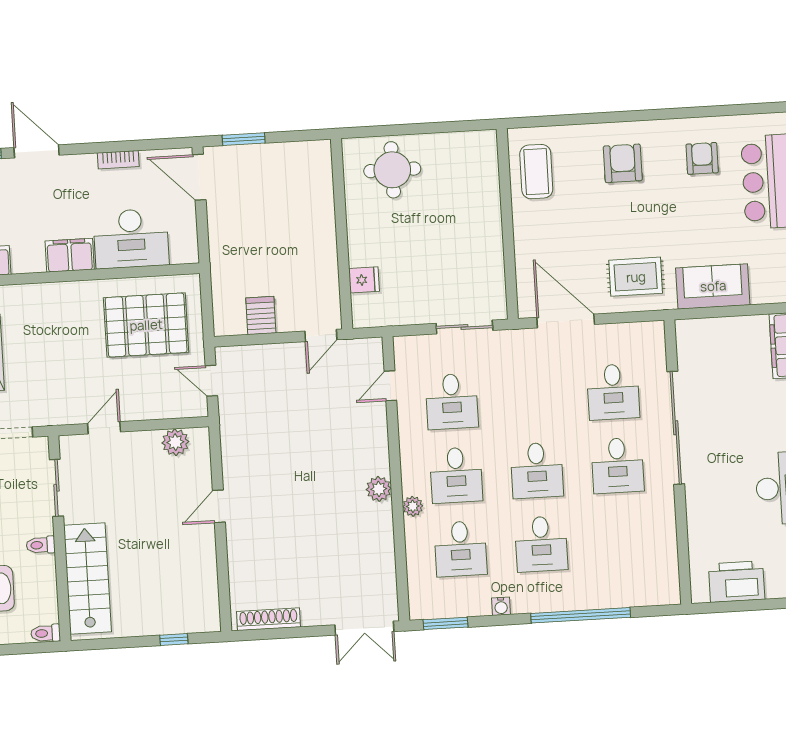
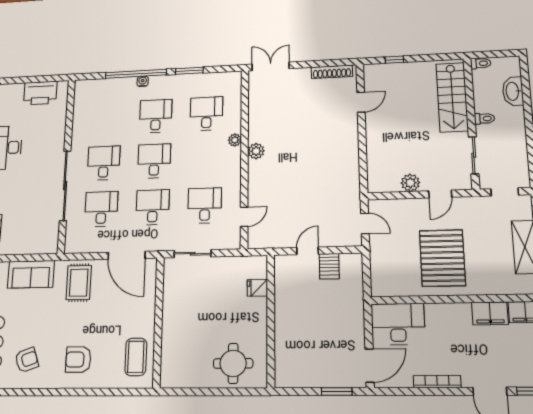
armchair: (702, 158) -> (27, 360), turned -109
bookcase: (118, 160) -> (437, 382), width x1.56
armchair: (623, 163) -> (78, 359), turned 90
door: (199, 177) -> (370, 365), hinge flipped
desk: (131, 239) -> (398, 324), moved
filing cabinet: (70, 255) -> (490, 313), moved
rug: (636, 277) -> (79, 283), turned 90
pallet: (146, 325) -> (442, 258), moved, turned 90
door: (321, 335) -> (308, 251), moved
plant: (175, 442) -> (410, 183), moved
desk: (456, 475) -> (153, 207), moved
door: (219, 506) -> (361, 102), moved
water cooler: (501, 606) -> (143, 81), moved
window: (445, 623) -> (189, 71), moved

